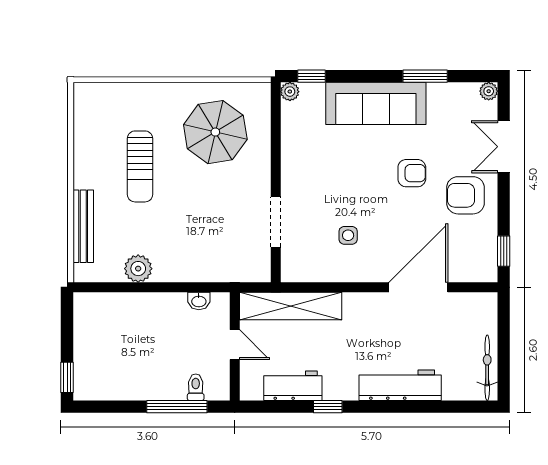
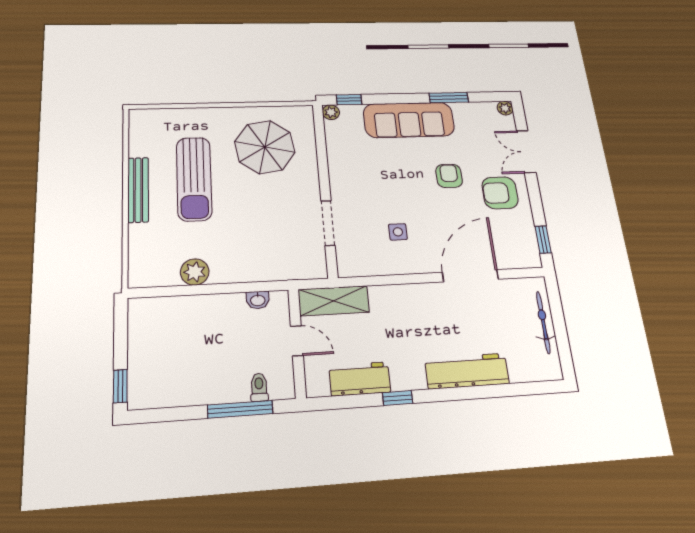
sun lounger: (140, 166) -> (194, 179), width x1.36, depth x1.34
armchair: (412, 173) -> (449, 176), turned -90
bench: (83, 226) -> (138, 190), moved
shelving: (291, 306) -> (334, 301), width x0.68
bicycle: (487, 368) -> (543, 322), moved

